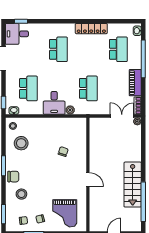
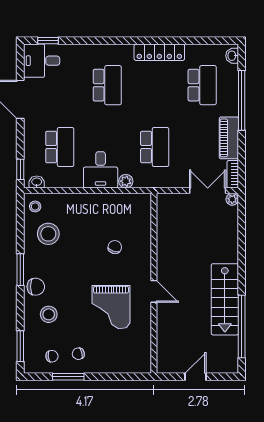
grand piano: (65, 213) -> (111, 307), moved

